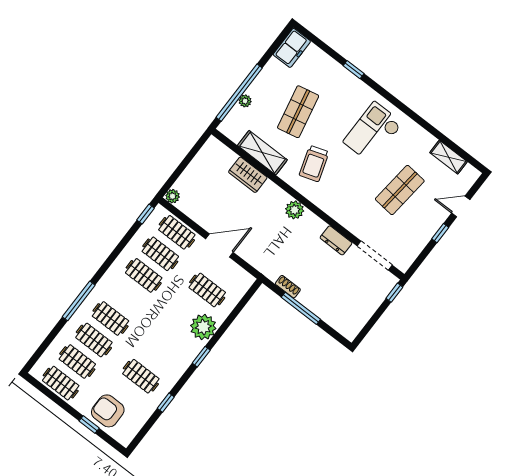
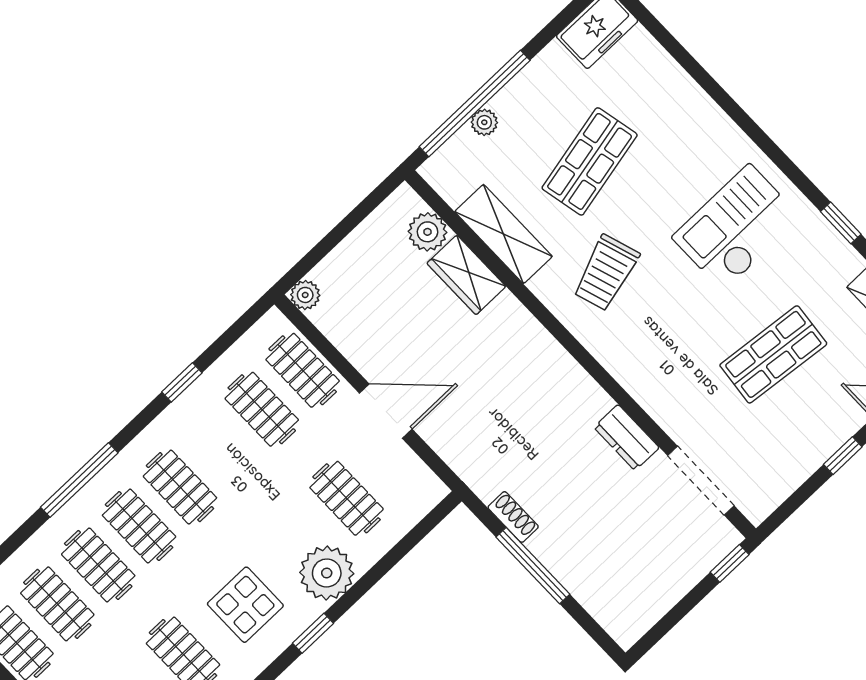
window: (354, 70) -> (841, 223), moved
plant: (295, 210) -> (428, 232), moved
window: (146, 214) -> (182, 382), moved
clothes rail: (144, 275) -> (180, 487), moved
display table: (167, 348) -> (245, 605), added

